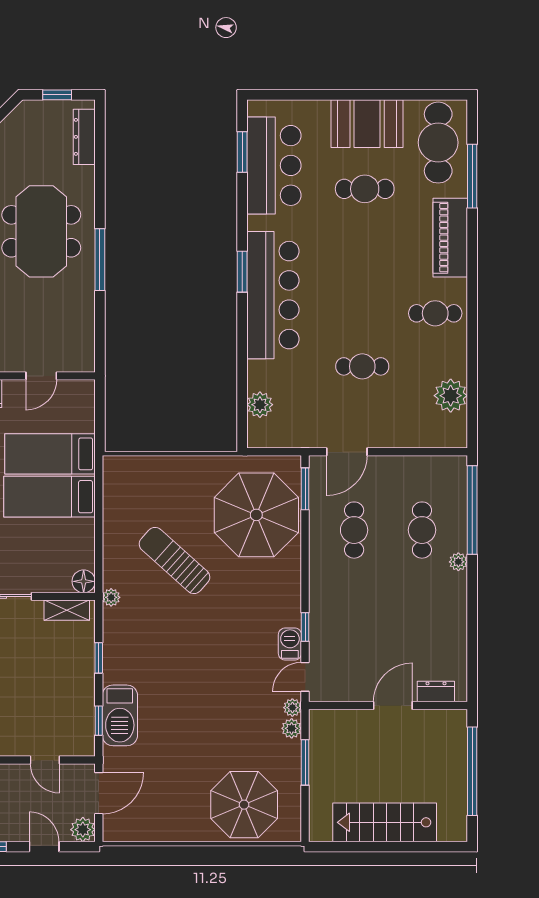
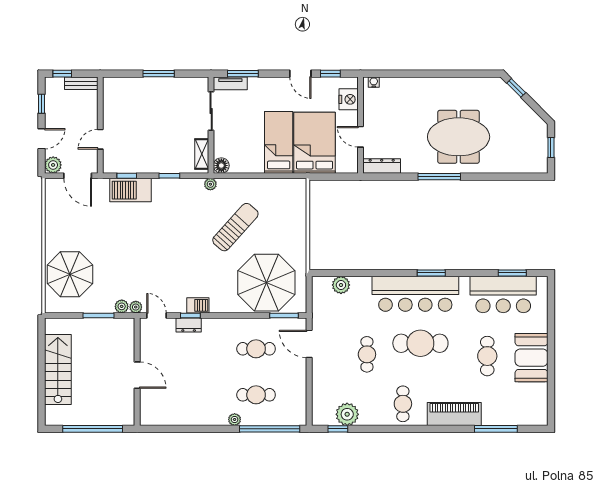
dresser: (84, 137) -> (382, 166), moved
cafe table: (438, 143) -> (420, 343), moved
window: (472, 409) -> (338, 429), added
bed: (50, 454) -> (315, 143), width x1.50
barbecue: (290, 644) -> (198, 305), moved
dresser: (436, 692) -> (189, 325), moved, turned 90

